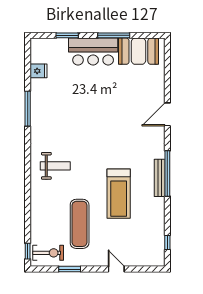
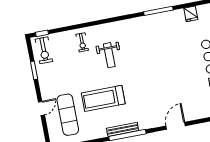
door: (167, 114) -> (176, 126), hinge flipped
weight bench: (55, 166) -> (109, 55), moved
exercise bike: (47, 206) -> (82, 42), added
exercise mat: (80, 224) -> (68, 115), moved, turned 90

